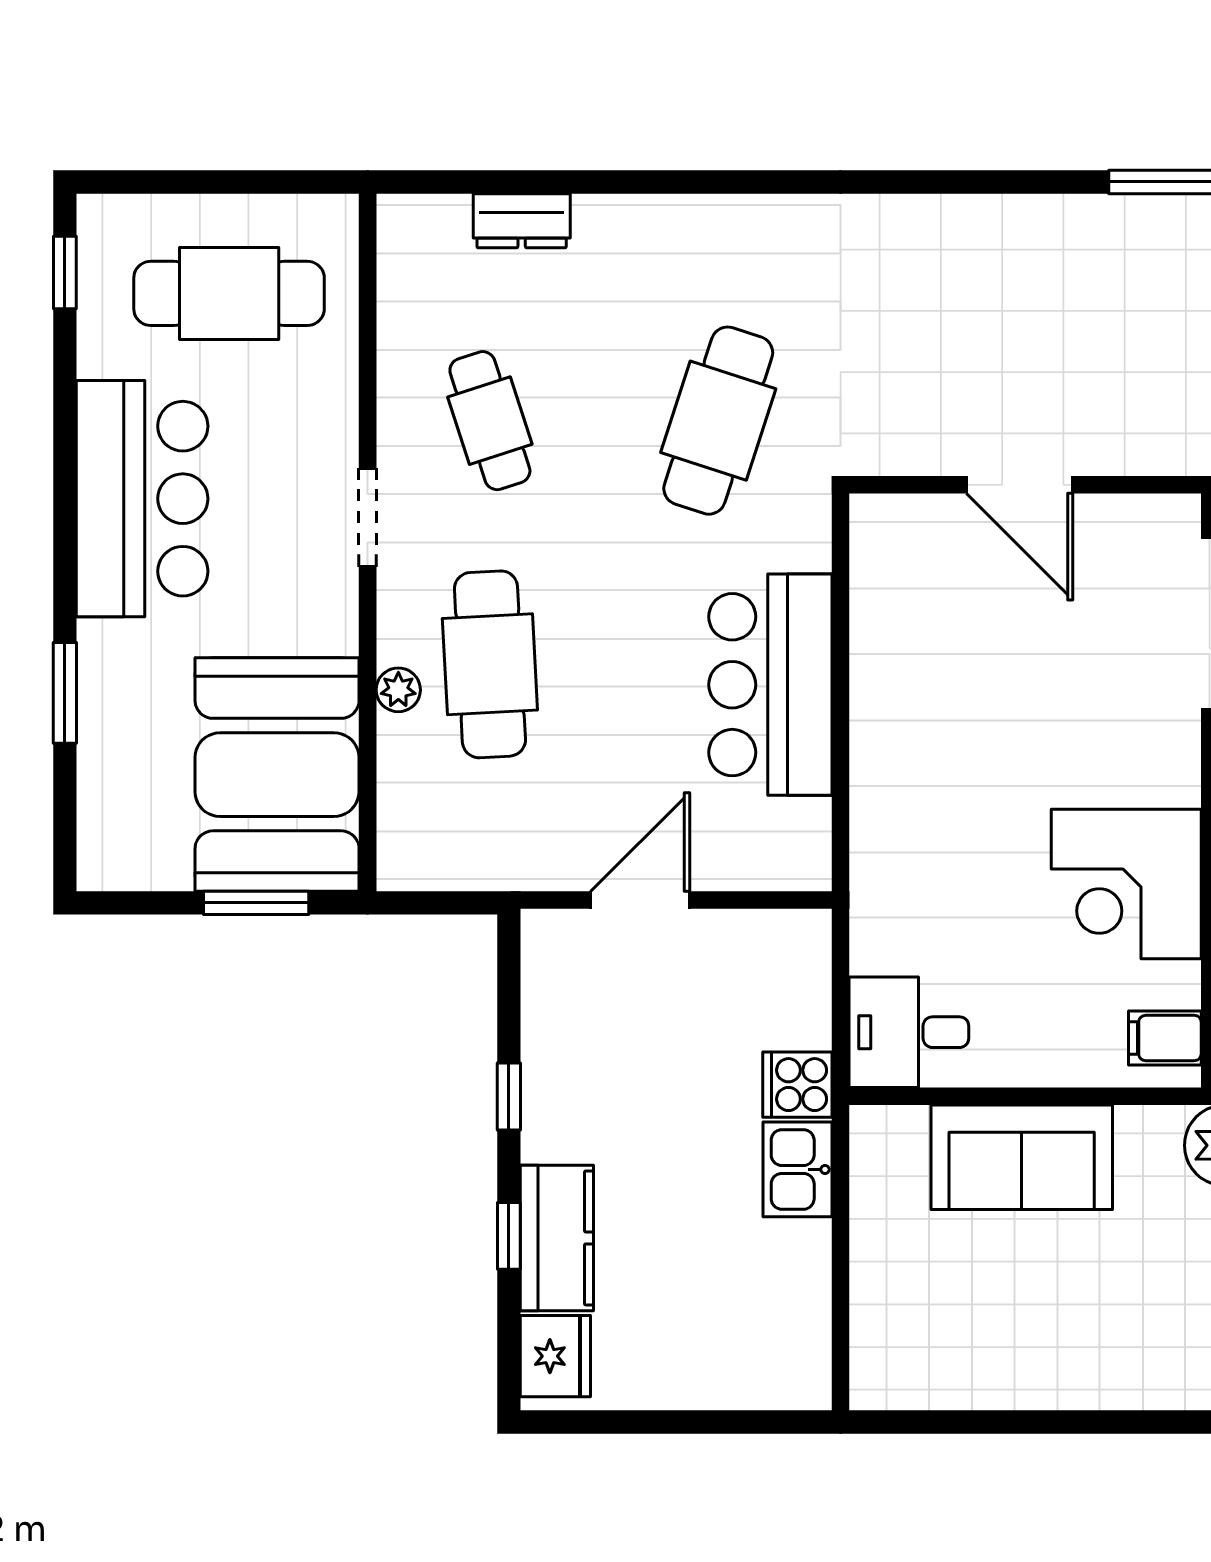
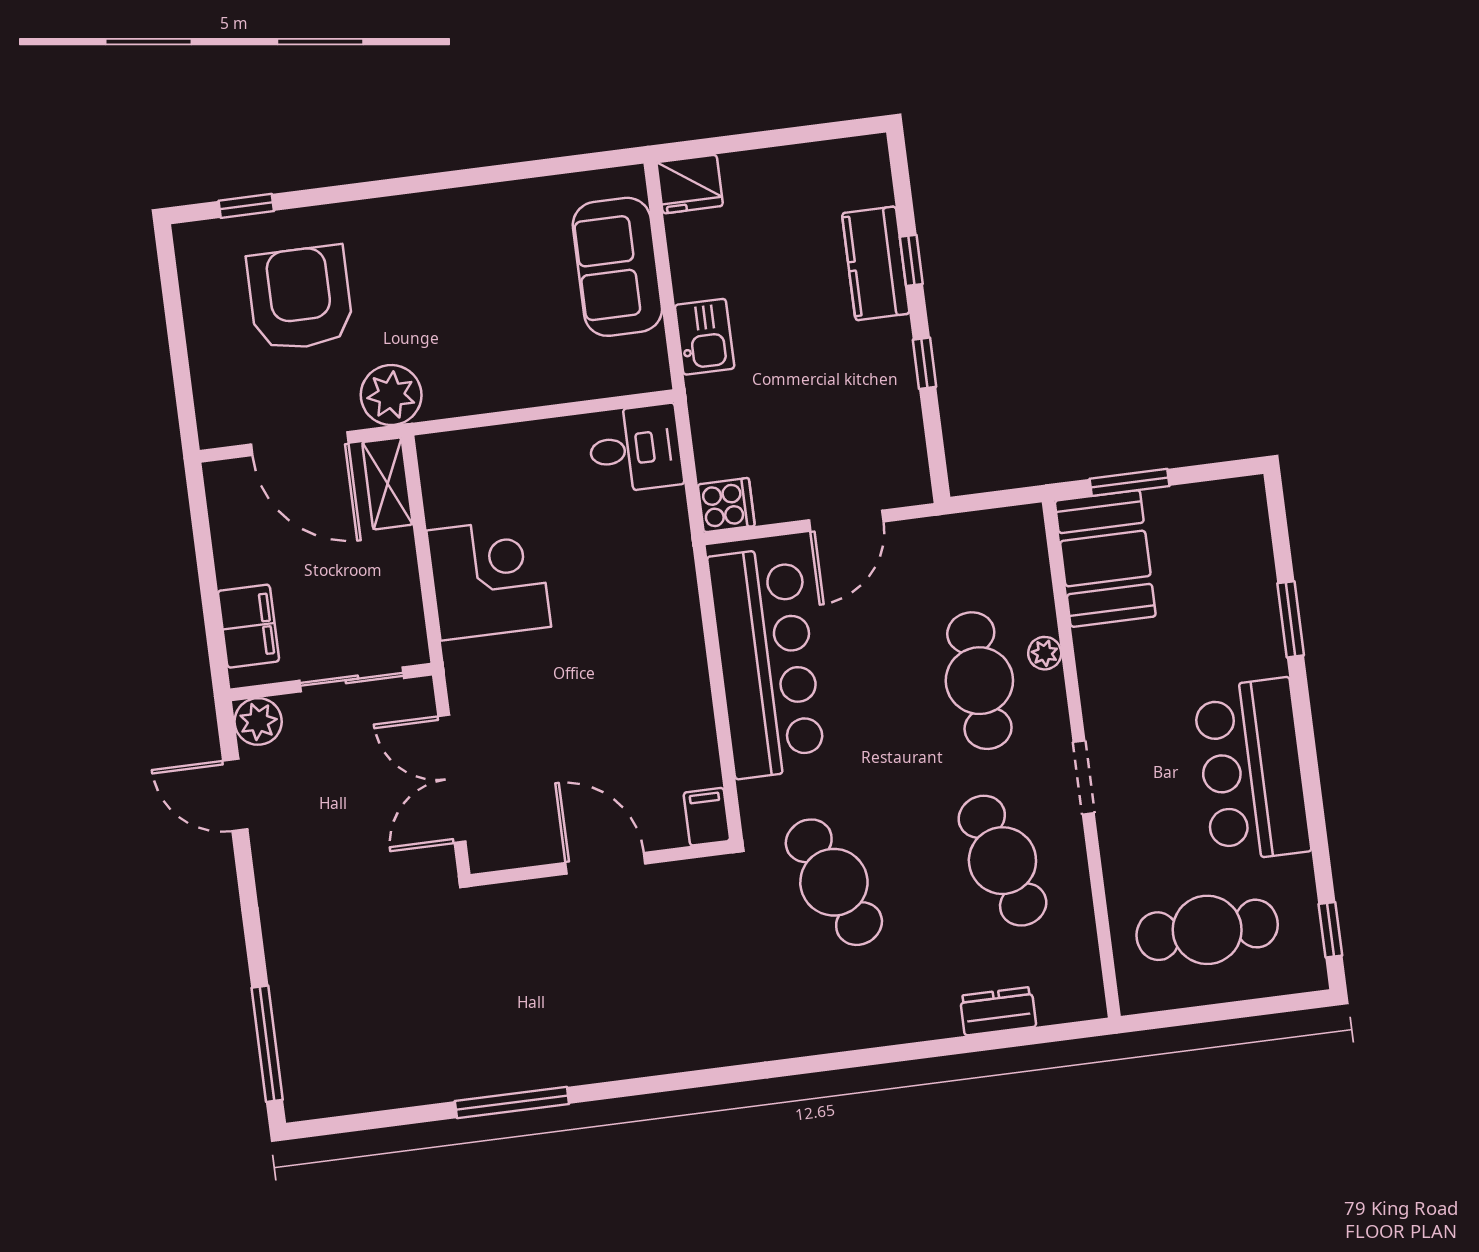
cafe table: (490, 421) -> (1002, 861), width x1.37, depth x1.35
cafe table: (718, 421) -> (834, 882), turned -42
bar counter: (770, 685) -> (767, 662), width x1.36
booth: (277, 775) -> (1105, 559), width x0.73, depth x0.70
filing cabinet: (1165, 1038) -> (707, 817), moved, turned -90
cooker: (797, 1085) -> (726, 505), moved
sofa: (1022, 1157) -> (617, 267), moved, turned -90
fridge: (555, 1356) -> (690, 184), moved, turned -90

